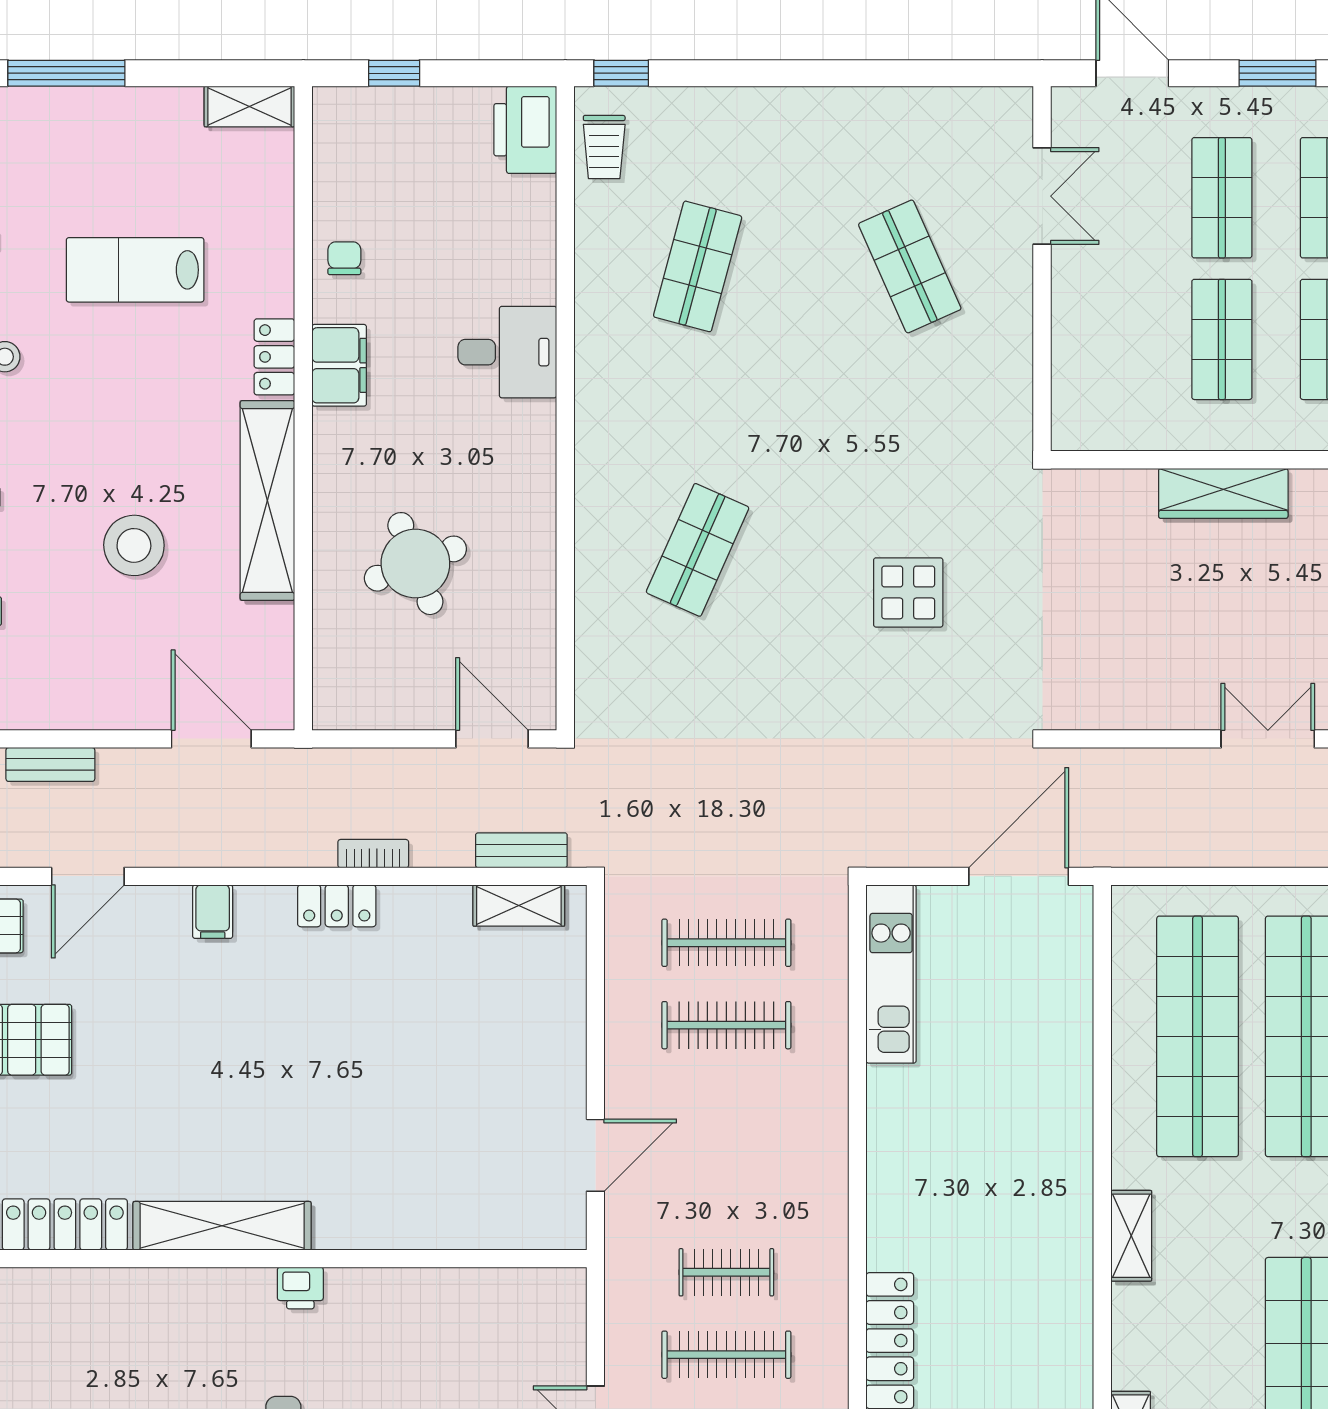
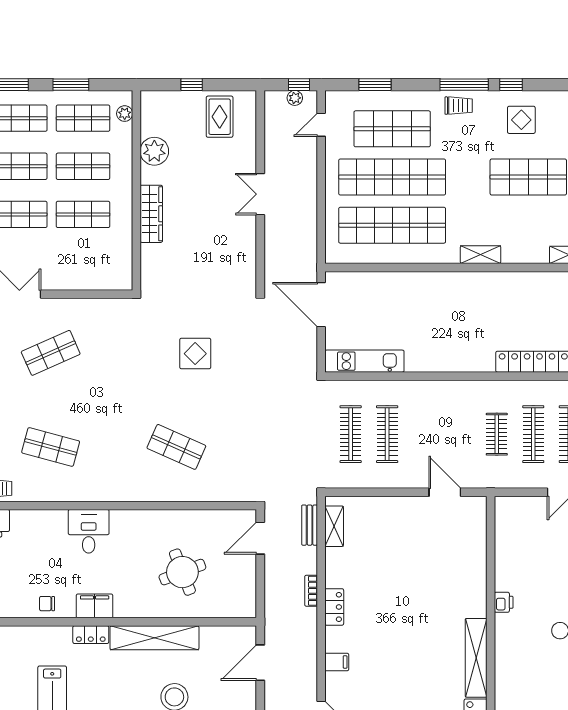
printer: (300, 1288) -> (504, 602), moved

